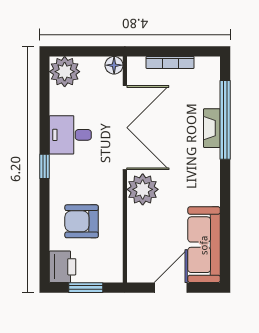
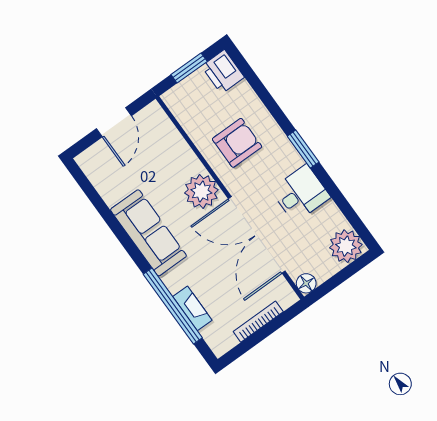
fireplace: (212, 128) -> (192, 308), moved
window: (44, 166) -> (303, 149), width x1.50
armchair: (82, 221) -> (237, 143), moved
sofa: (204, 245) -> (148, 233), moved

